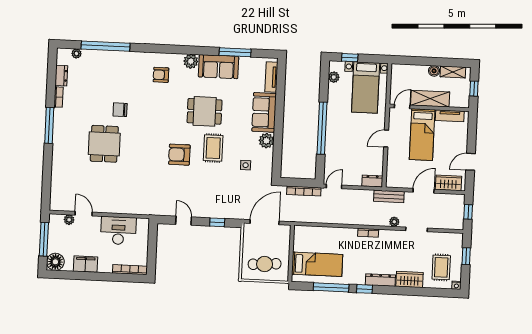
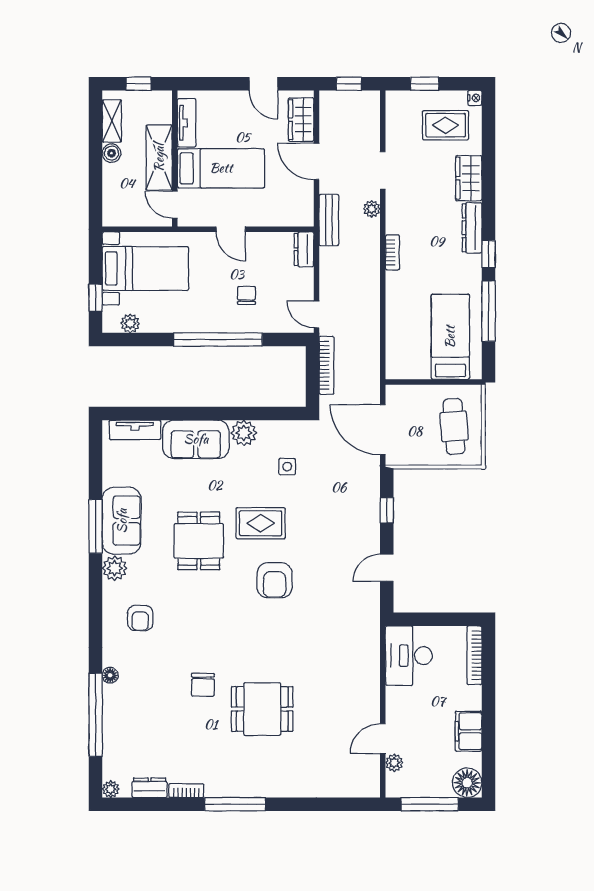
window: (235, 52) -> (96, 526), moved
plant: (76, 54) -> (111, 789), moved
floor lamp: (128, 56) -> (110, 675), added
chair: (347, 146) -> (246, 295), added
desk: (118, 231) -> (409, 656), moved

